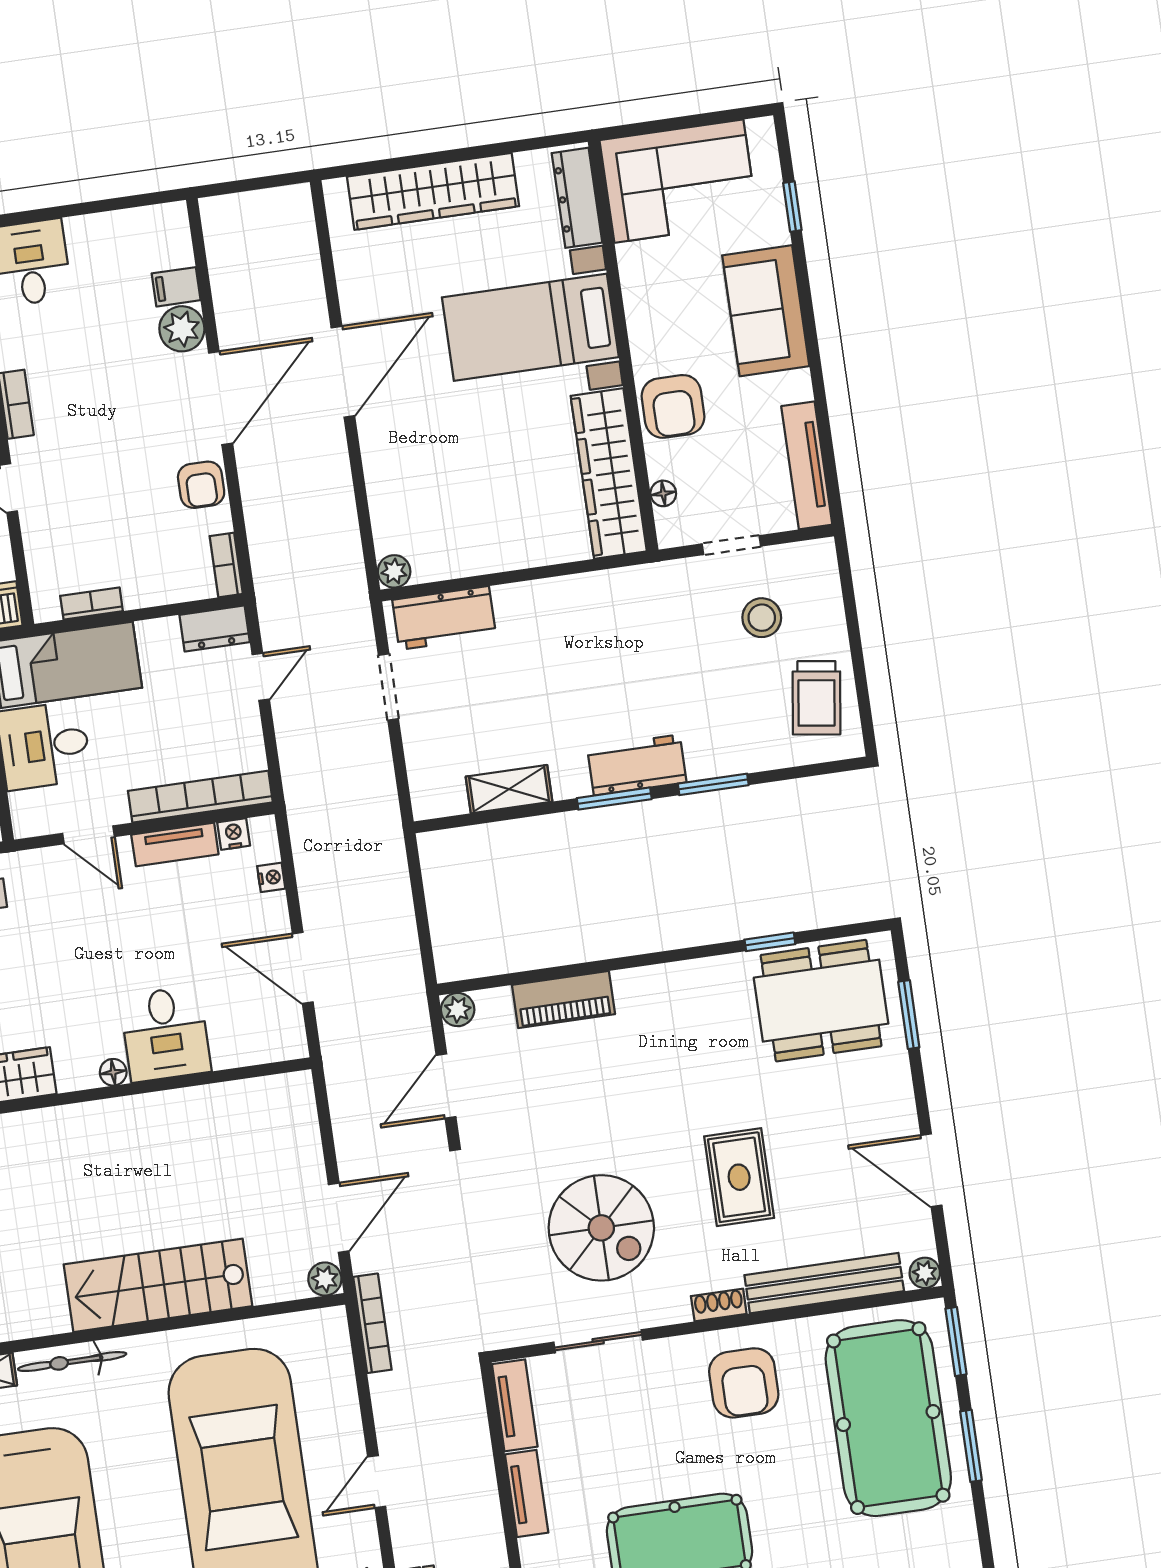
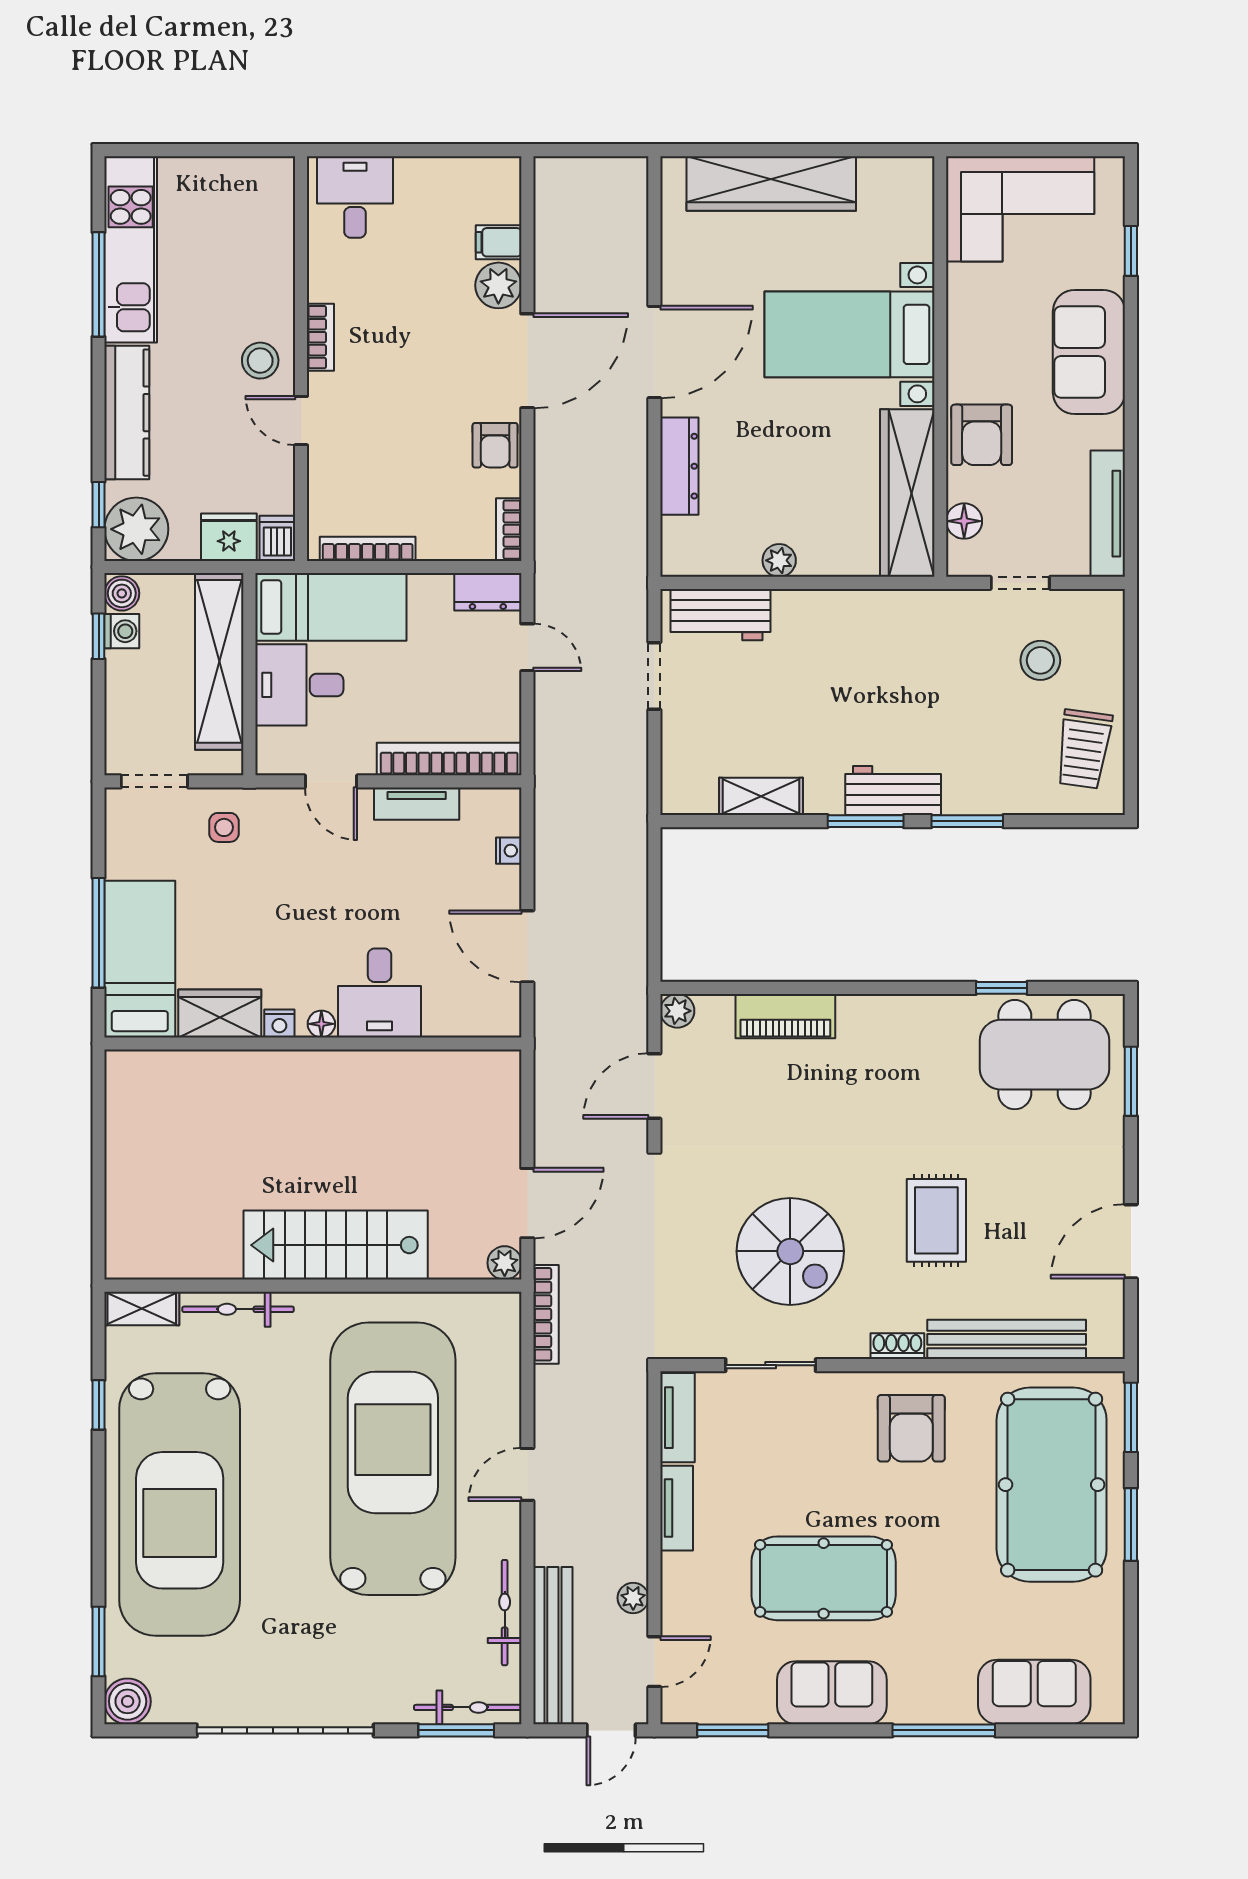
dresser: (577, 198) -> (679, 466), moved, turned 180
floor lamp: (663, 493) -> (964, 521), width x1.37, depth x1.37
plant: (394, 571) -> (779, 560), moved
bookcase: (92, 603) -> (368, 549), width x1.56
door: (261, 677) -> (527, 647), hinge flipped
nightstand: (234, 834) -> (279, 1023), moved, turned 180
door: (931, 1170) -> (1131, 1241), hinge flipped
plant: (925, 1273) -> (1109, 1344), removed

